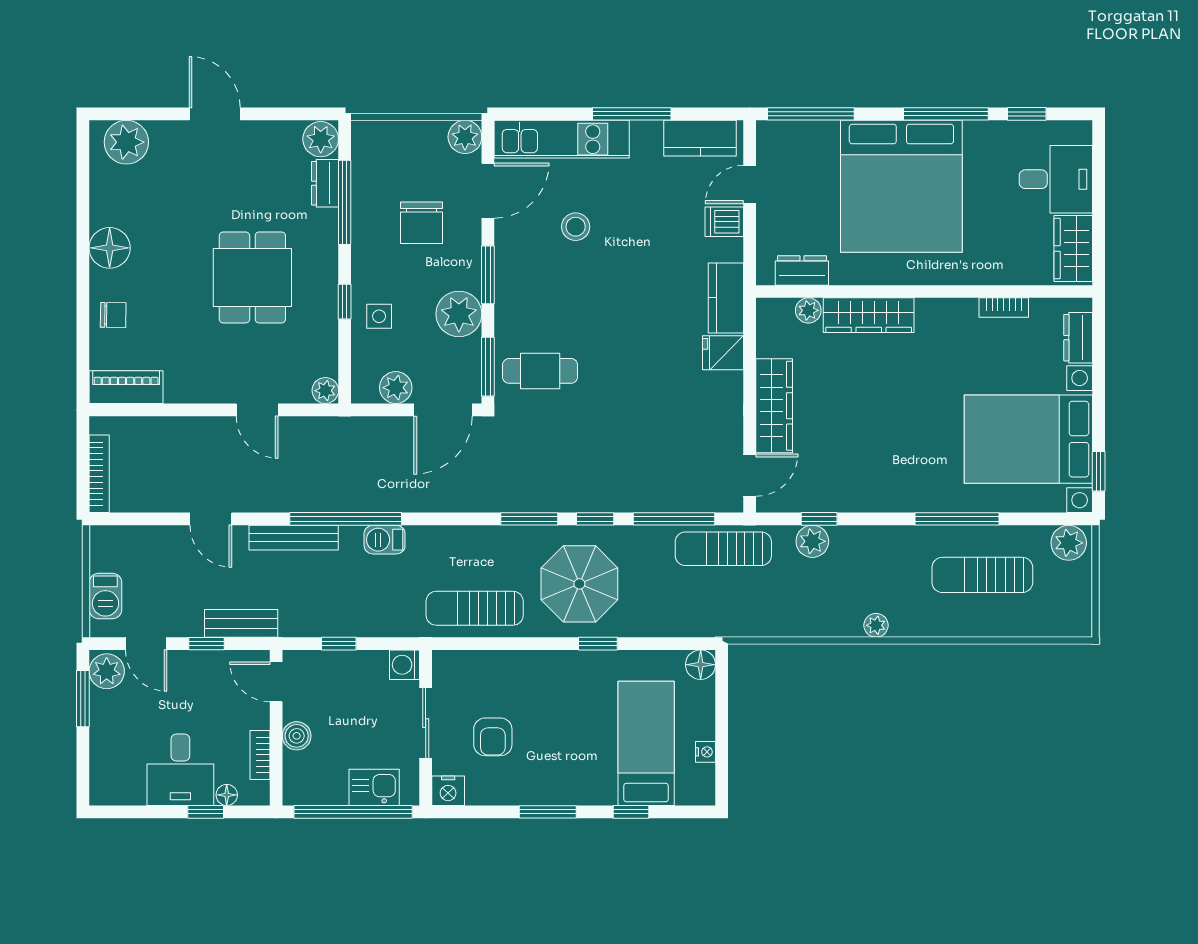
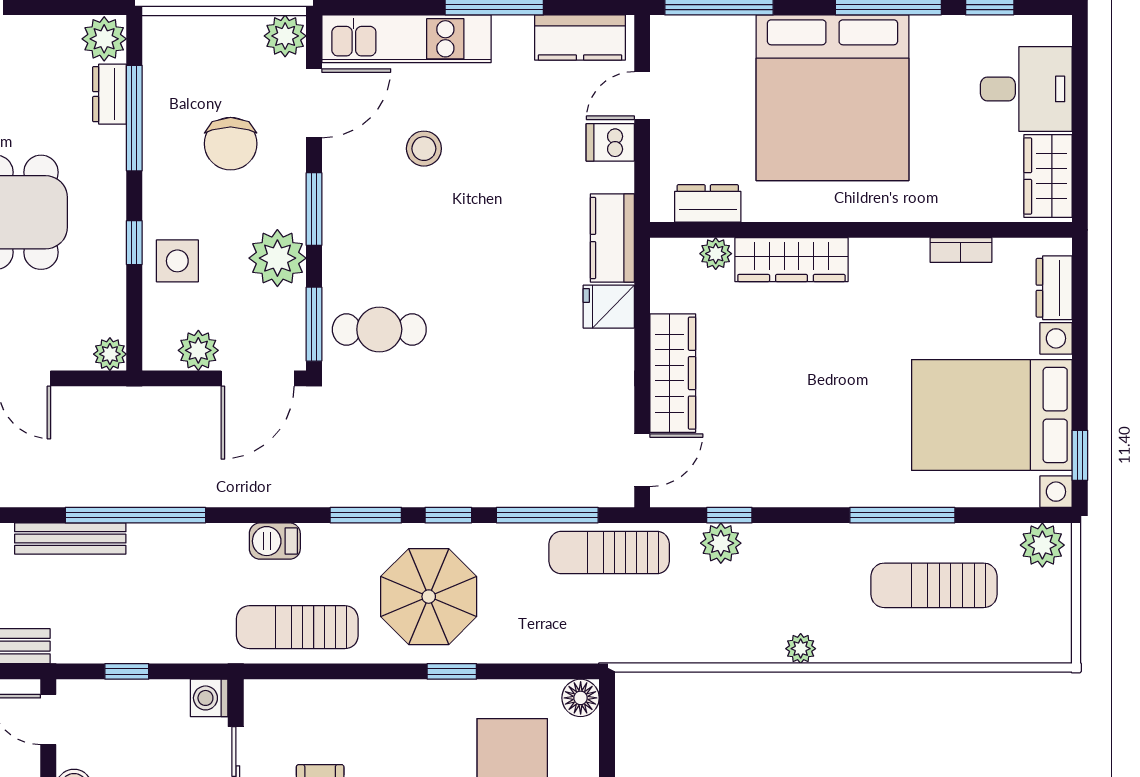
side table: (379, 316) -> (177, 261), width x1.37, depth x1.37
barbecue: (385, 540) -> (275, 541), moved

